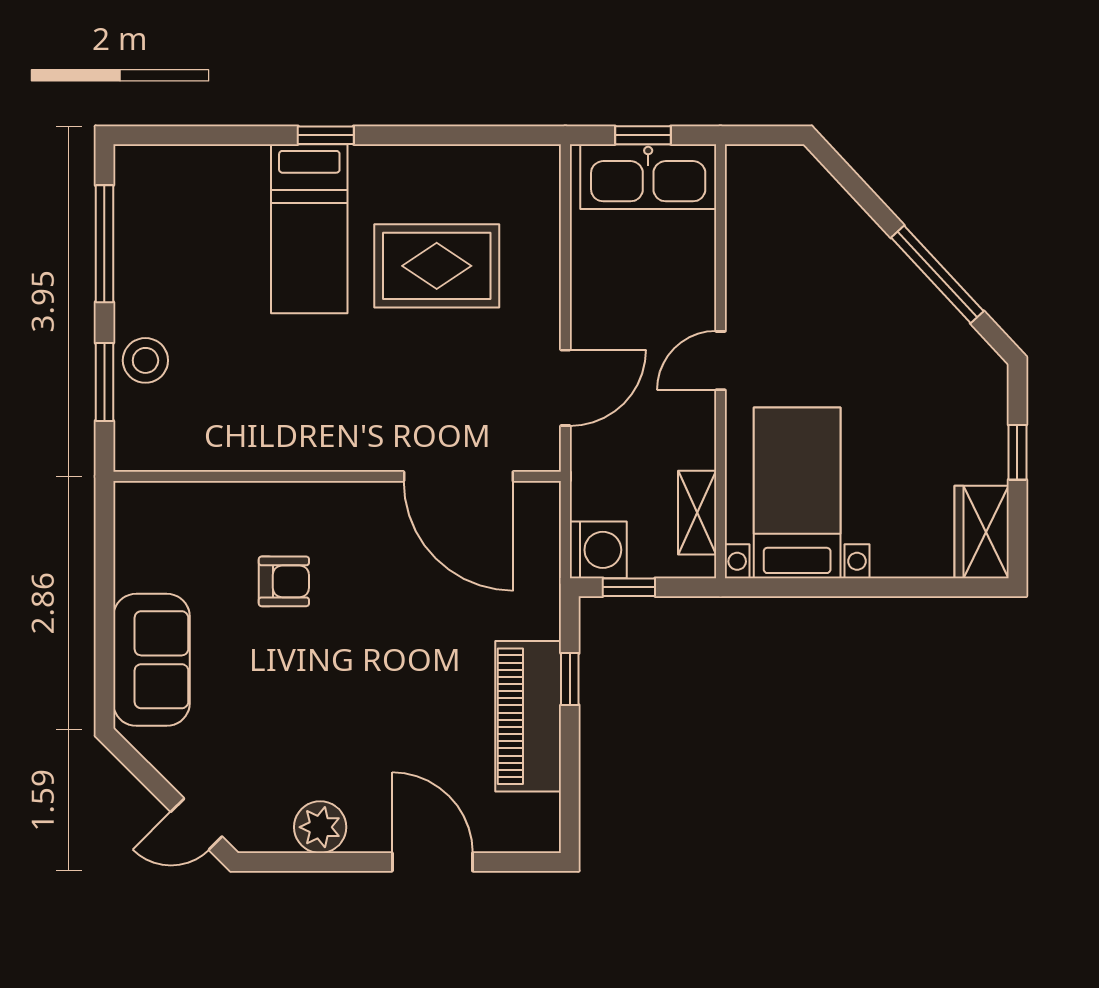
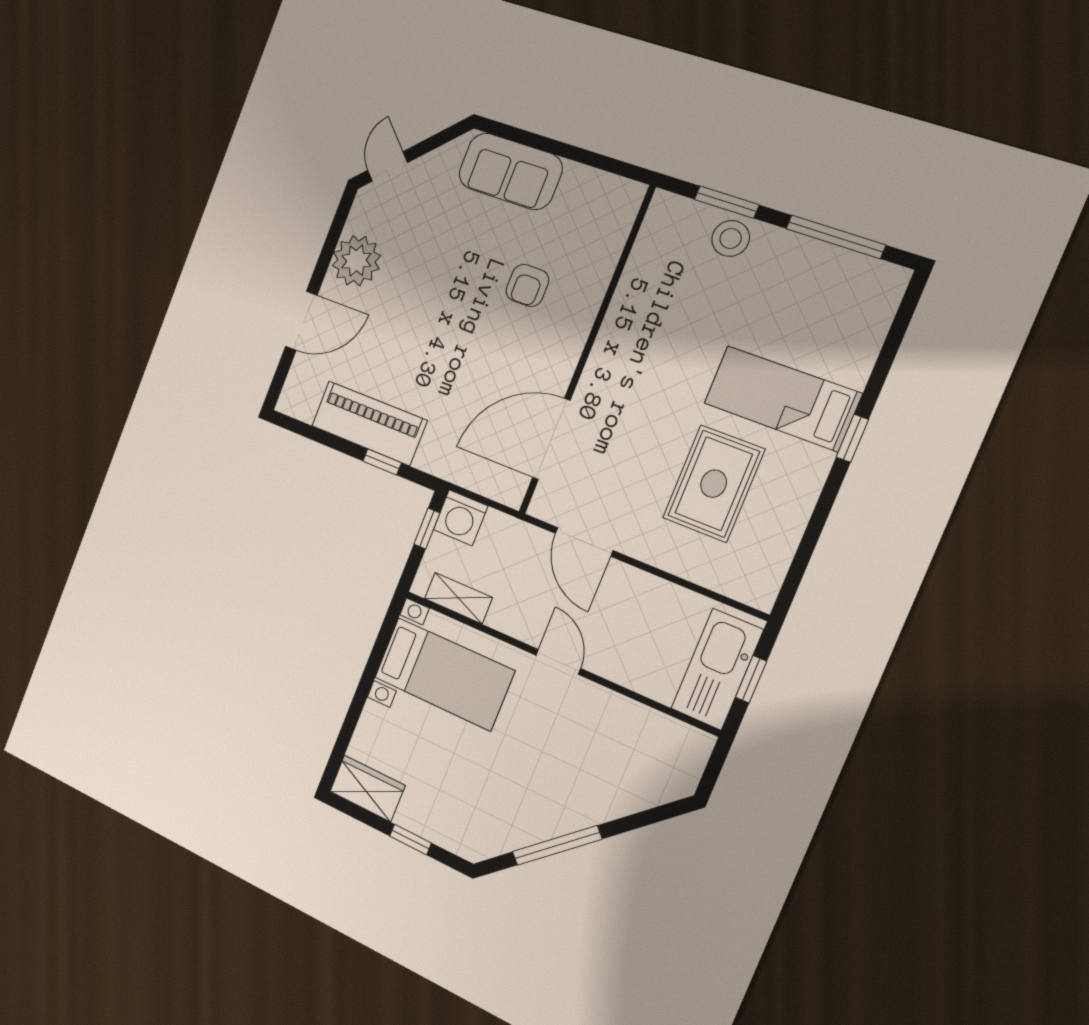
plant: (320, 827) -> (356, 261), width x1.36, depth x1.36

